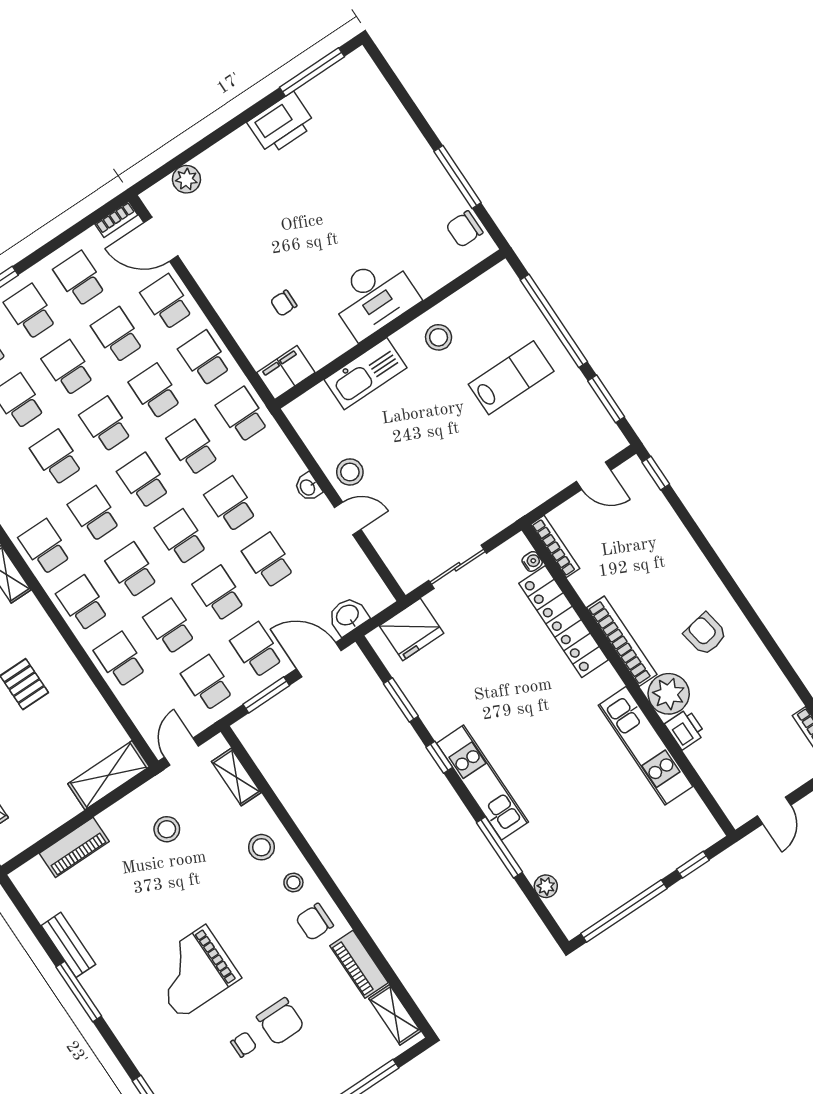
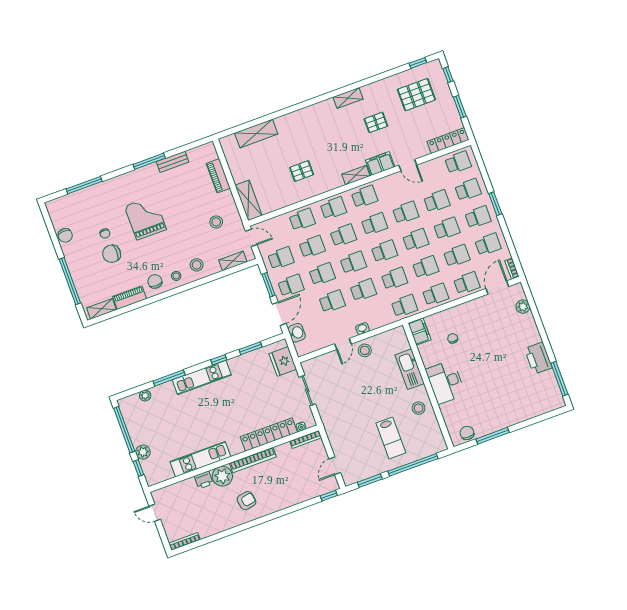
plant: (659, 863) -> (143, 452), added

